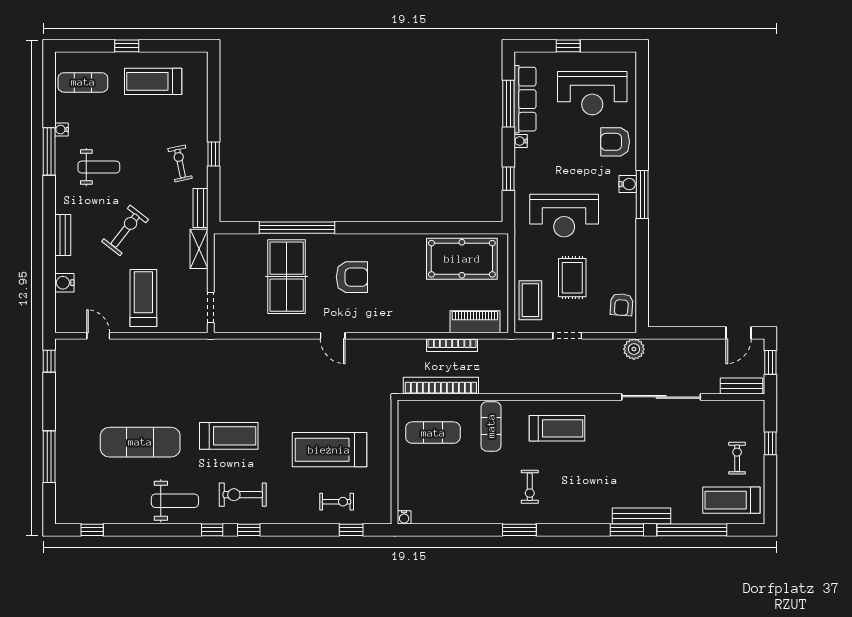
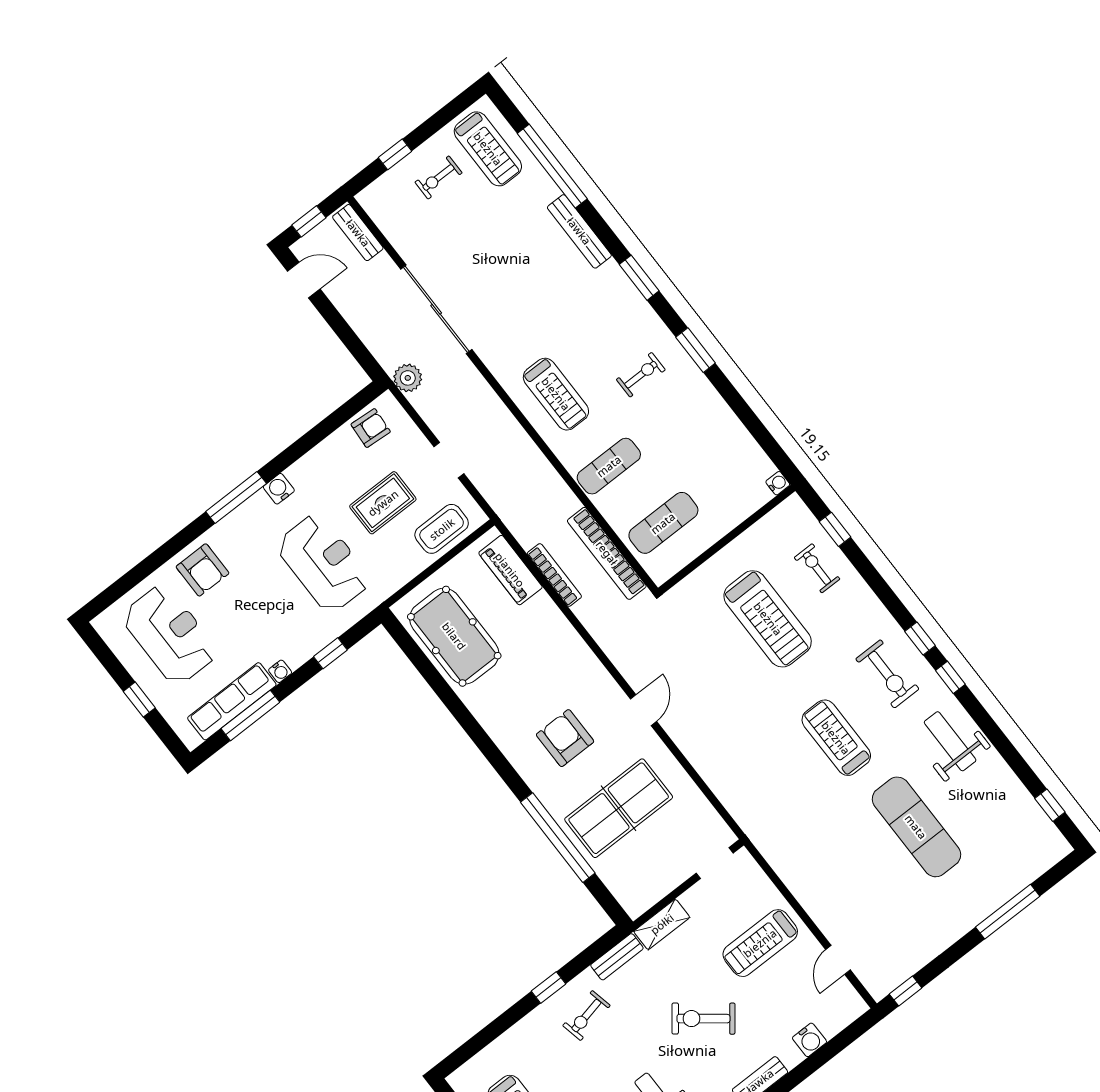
water cooler: (628, 184) -> (279, 489), moved
treadmill: (557, 428) -> (556, 394), turned 180
exercise mat: (433, 433) -> (663, 523), turned 90
window: (627, 530) -> (639, 278), moved

